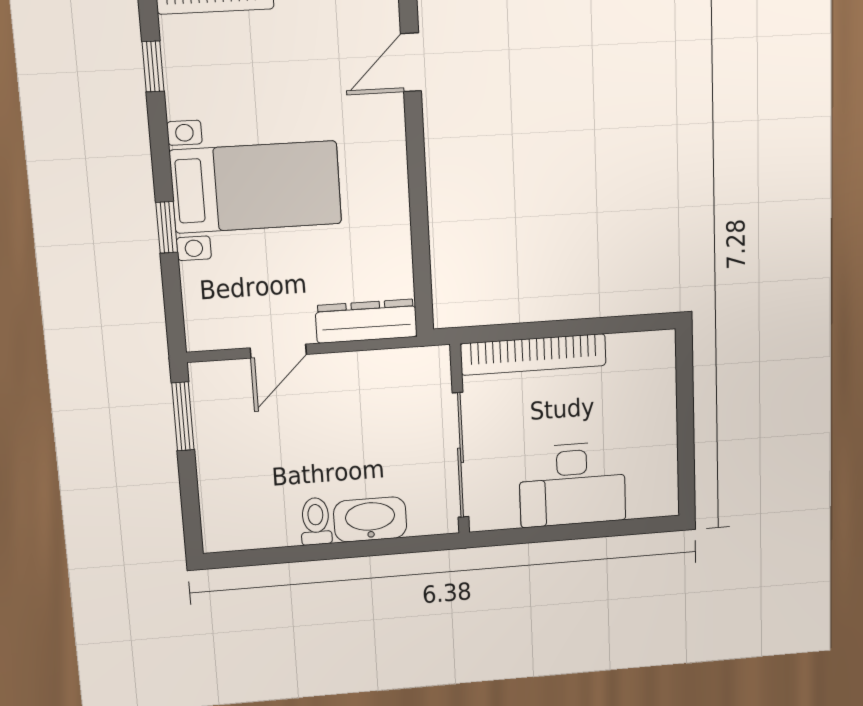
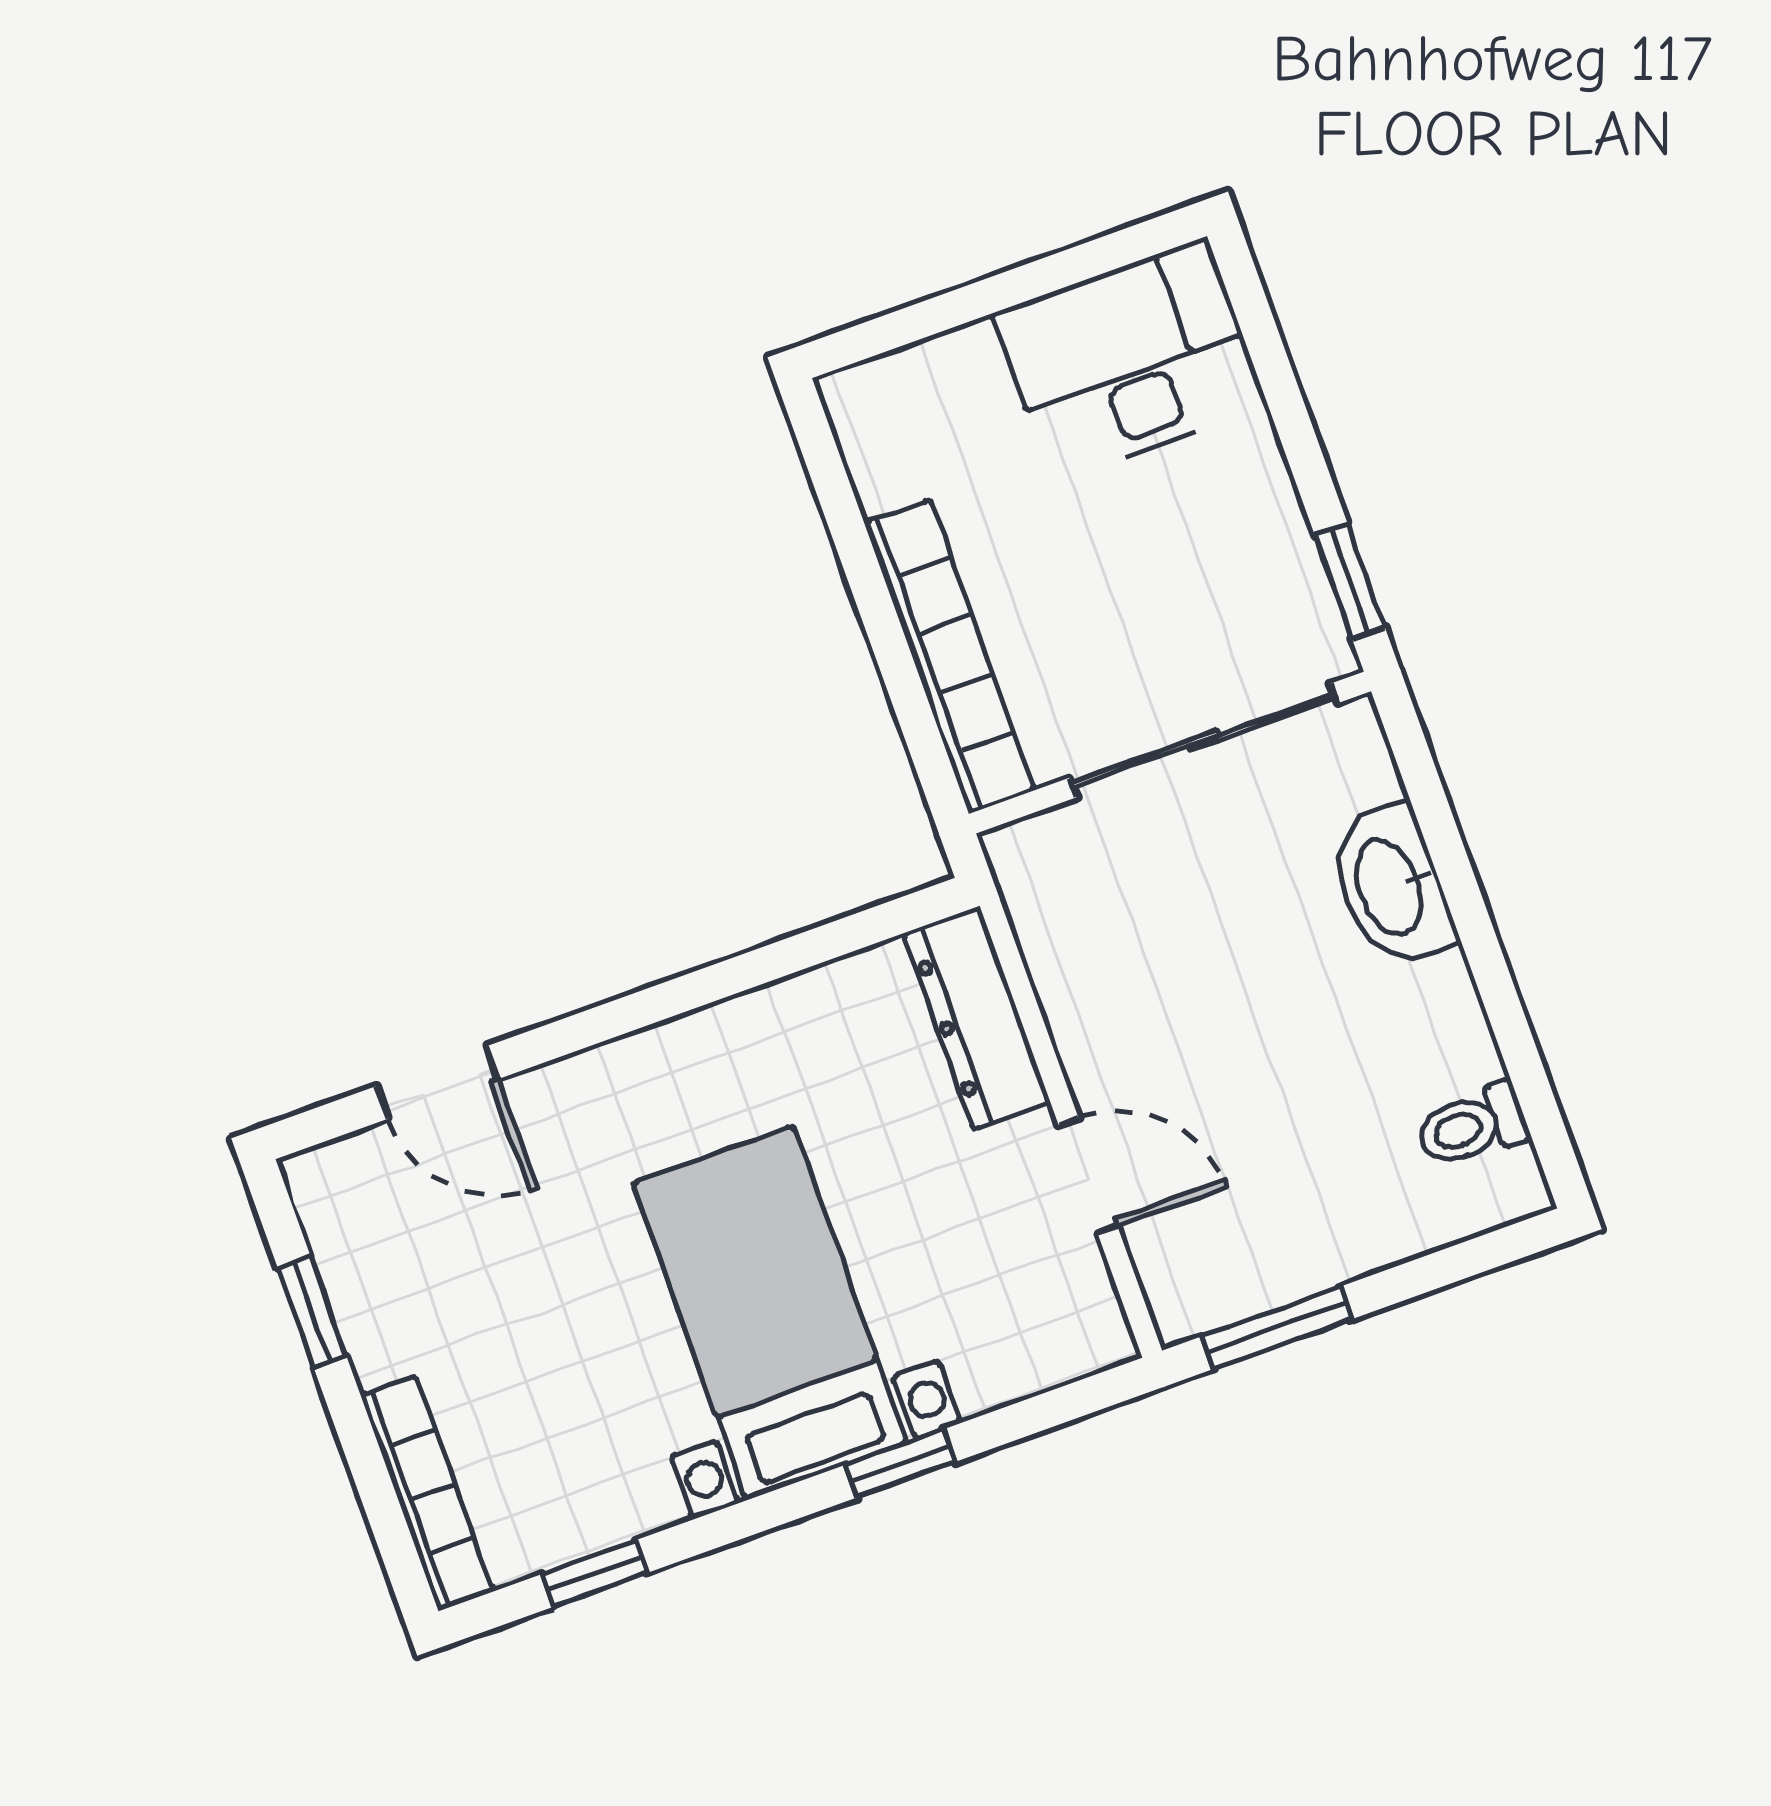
desk: (572, 484) -> (1130, 360), moved, turned -90
toilet: (316, 521) -> (1472, 1126), moved
window: (511, 537) -> (1350, 581), added

